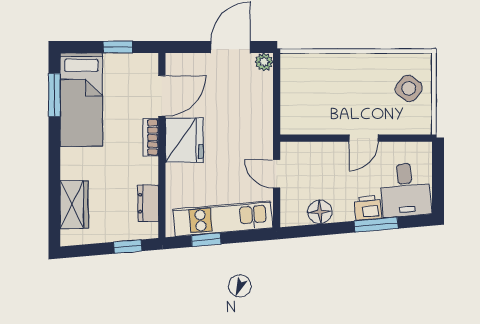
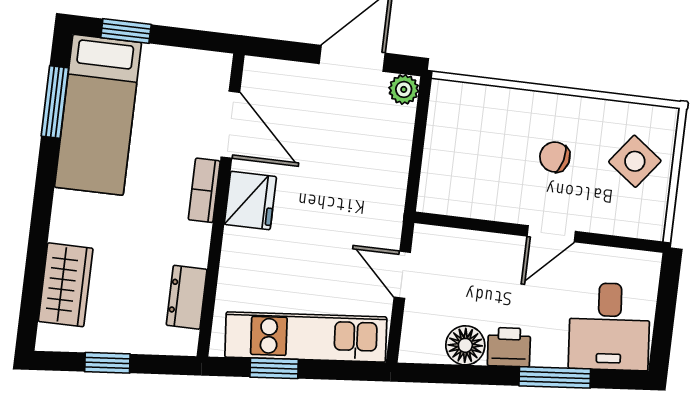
window: (118, 47) -> (126, 31), moved
chair: (360, 92) -> (555, 157), added
door: (162, 96) -> (230, 125), hinge flipped
fridge: (184, 140) -> (250, 200), width x0.73, depth x0.75
printer: (368, 208) -> (509, 347), moved
window: (128, 247) -> (107, 363), moved

